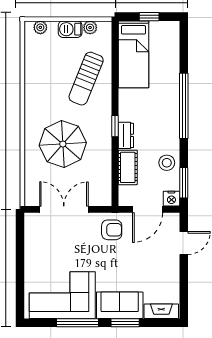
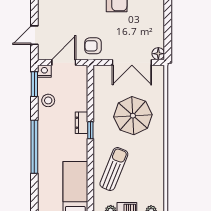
cot: (128, 167) -> (80, 97), removed
floor lamp: (32, 220) -> (158, 54), added

